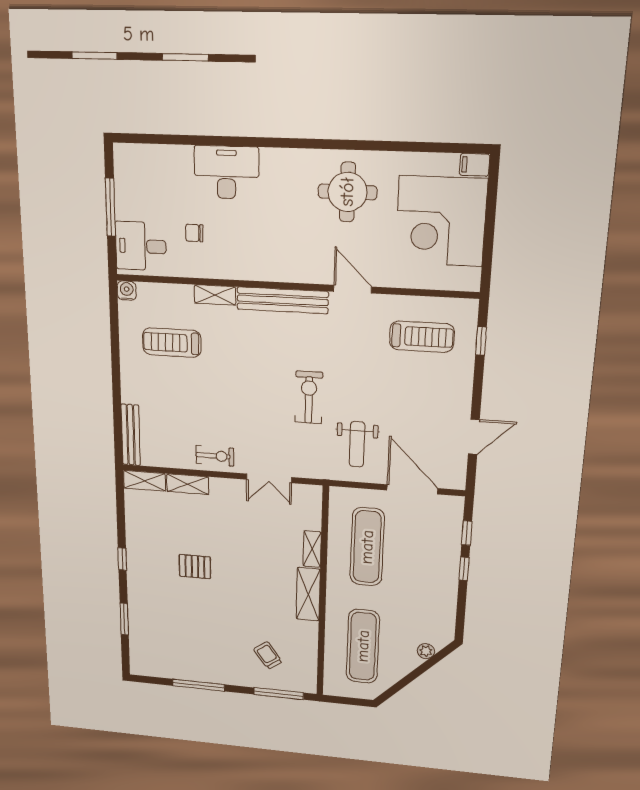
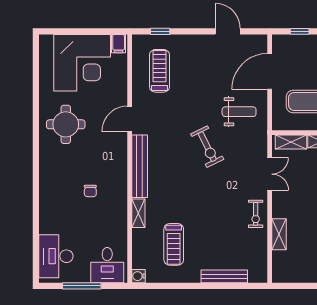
filing cabinet: (475, 165) -> (119, 44), moved
desk: (226, 172) -> (56, 256), moved
chair: (194, 233) -> (90, 191), moved
exercise bike: (309, 397) -> (207, 147), turned -116
bench: (131, 435) -> (224, 276), moved
exercise bike: (215, 456) -> (256, 214), turned 180
shelving: (145, 481) -> (291, 142), moved, turned 90

